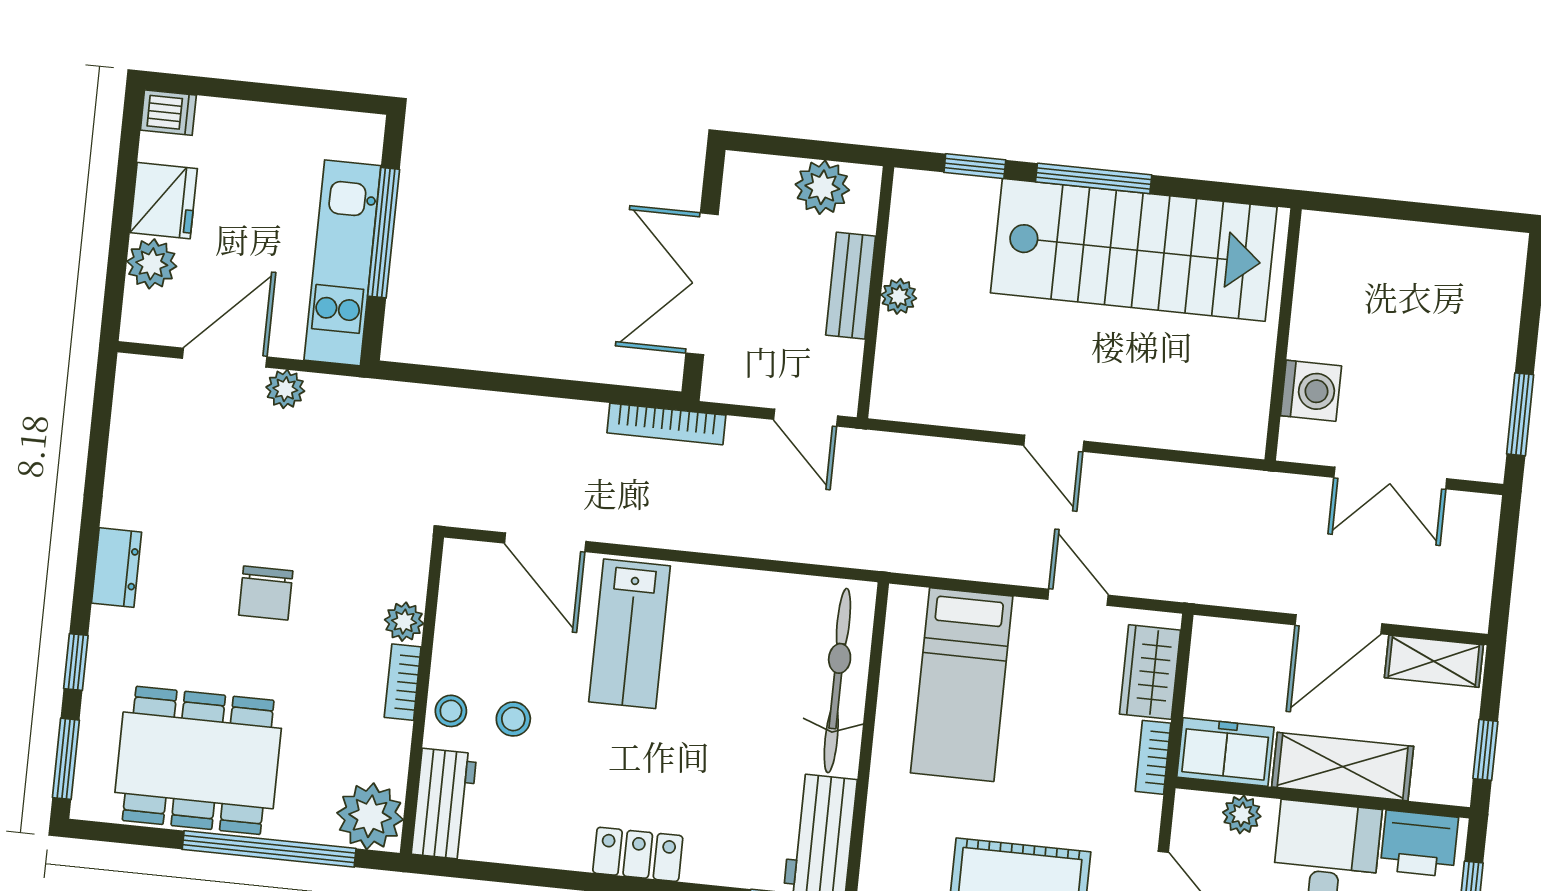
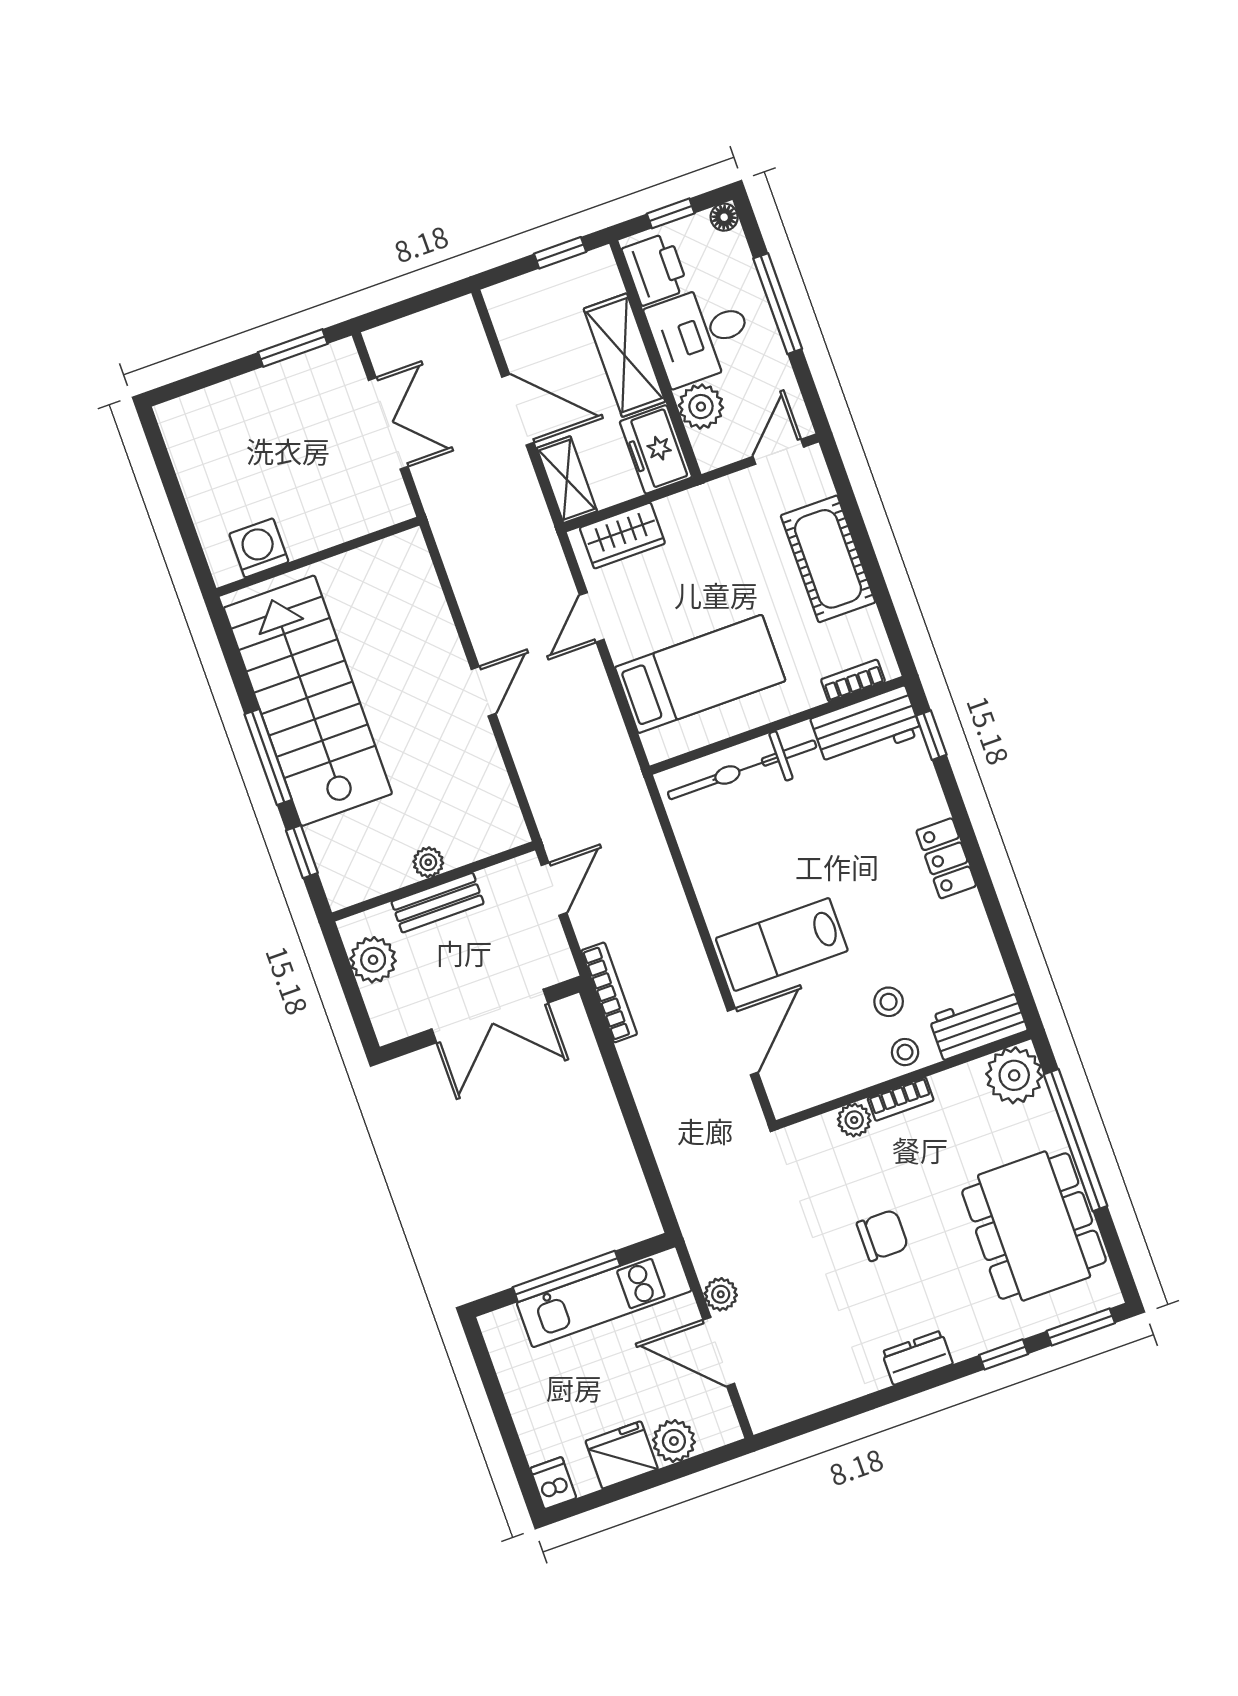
washing machine: (1311, 391) -> (259, 548), moved
lab bench: (630, 634) -> (782, 944), turned 180
shelving: (1434, 661) -> (567, 480), moved
bookcase: (1153, 757) -> (853, 681), moved, turned 180
plant: (1242, 814) -> (701, 407), width x1.38, depth x1.38

